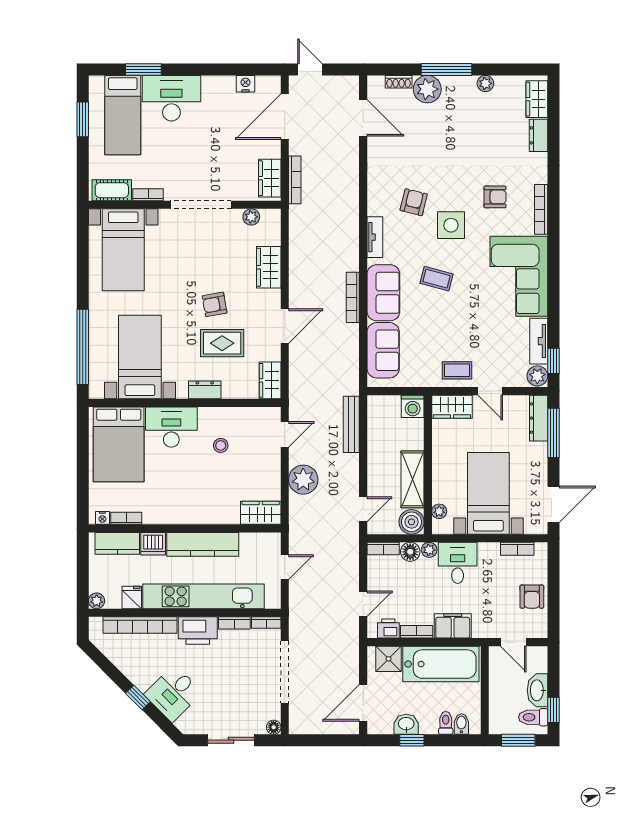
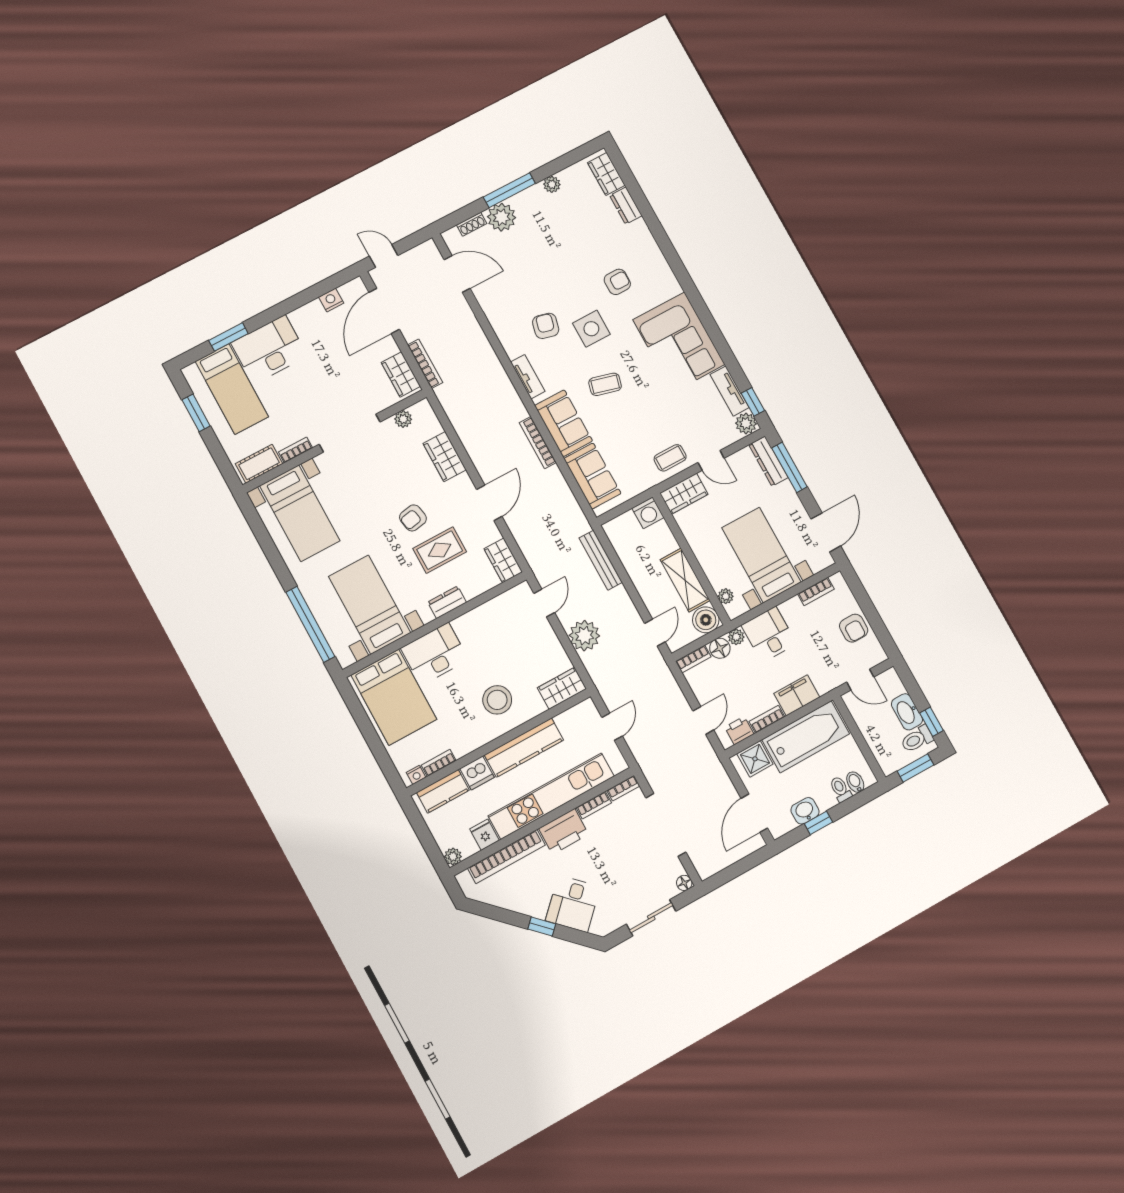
bookcase: (541, 209) -> (665, 271), removed
stool: (221, 445) -> (497, 700), moved, width x1.89, depth x1.89

